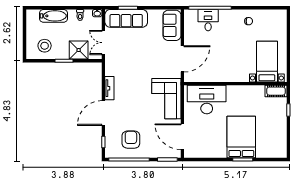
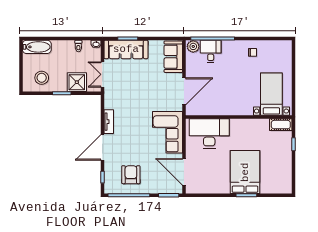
plant: (191, 15) -> (193, 46), added
bathtub: (53, 16) -> (37, 47), moved

